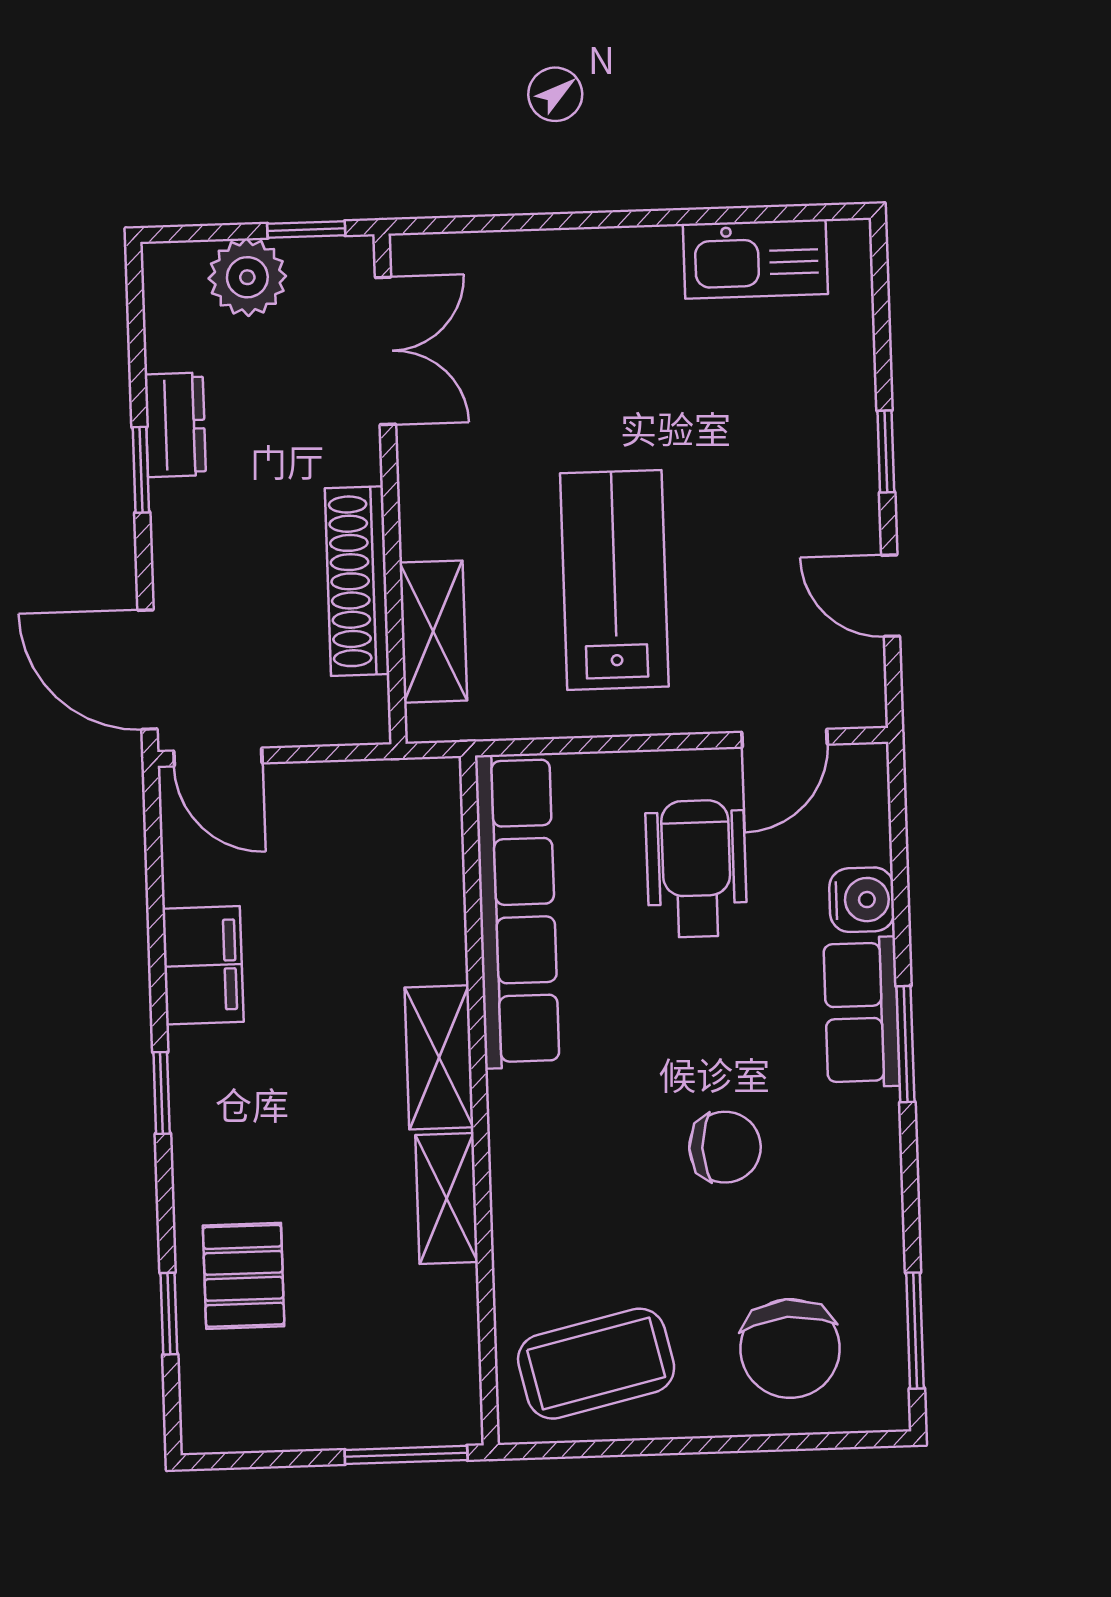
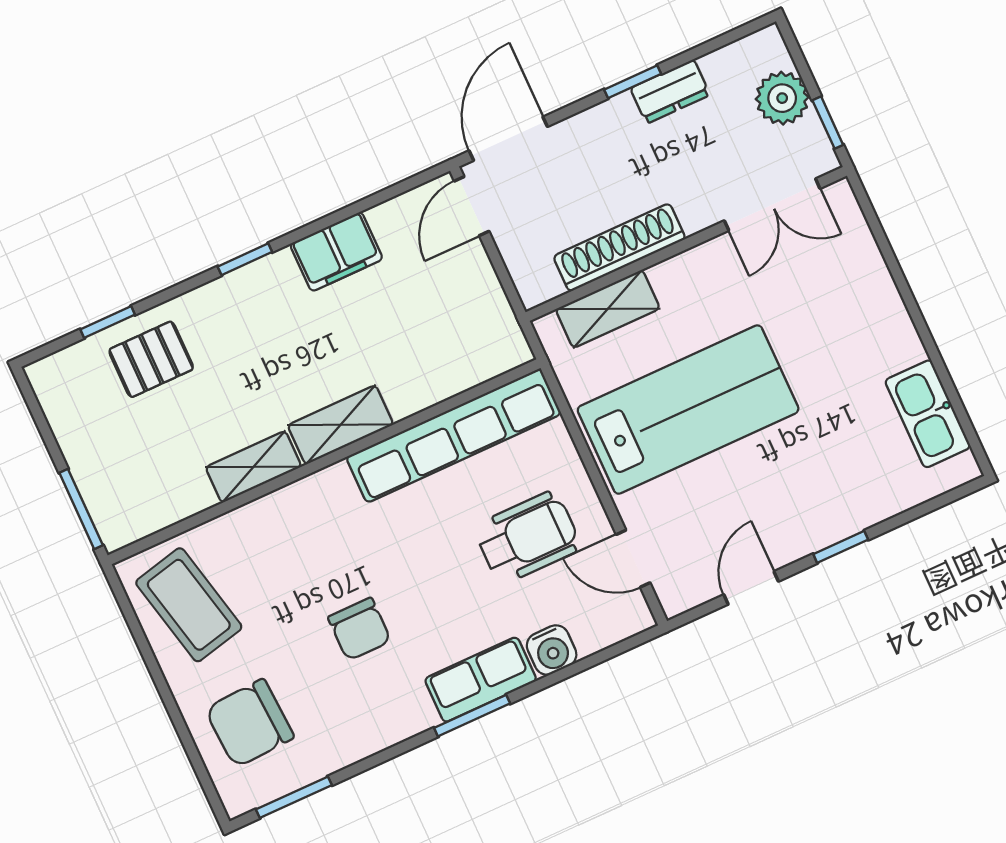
lab bench: (614, 580) -> (688, 410), width x1.36, depth x1.39

